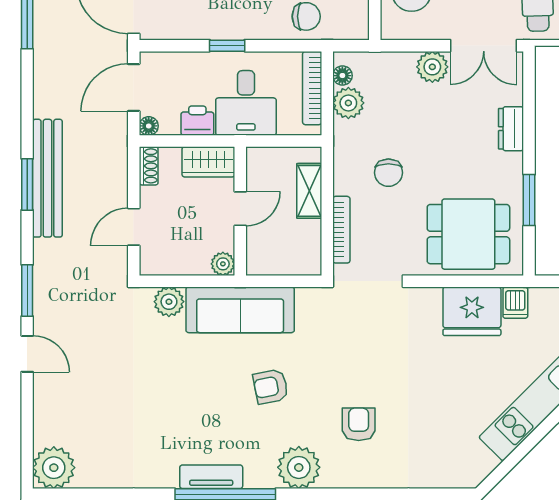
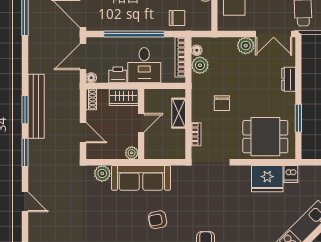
window: (227, 46) -> (134, 34), width x3.17
door: (134, 227) -> (83, 133), swing flipped
bookcase: (341, 230) -> (196, 134), width x0.64
window: (27, 290) -> (25, 152), moved

